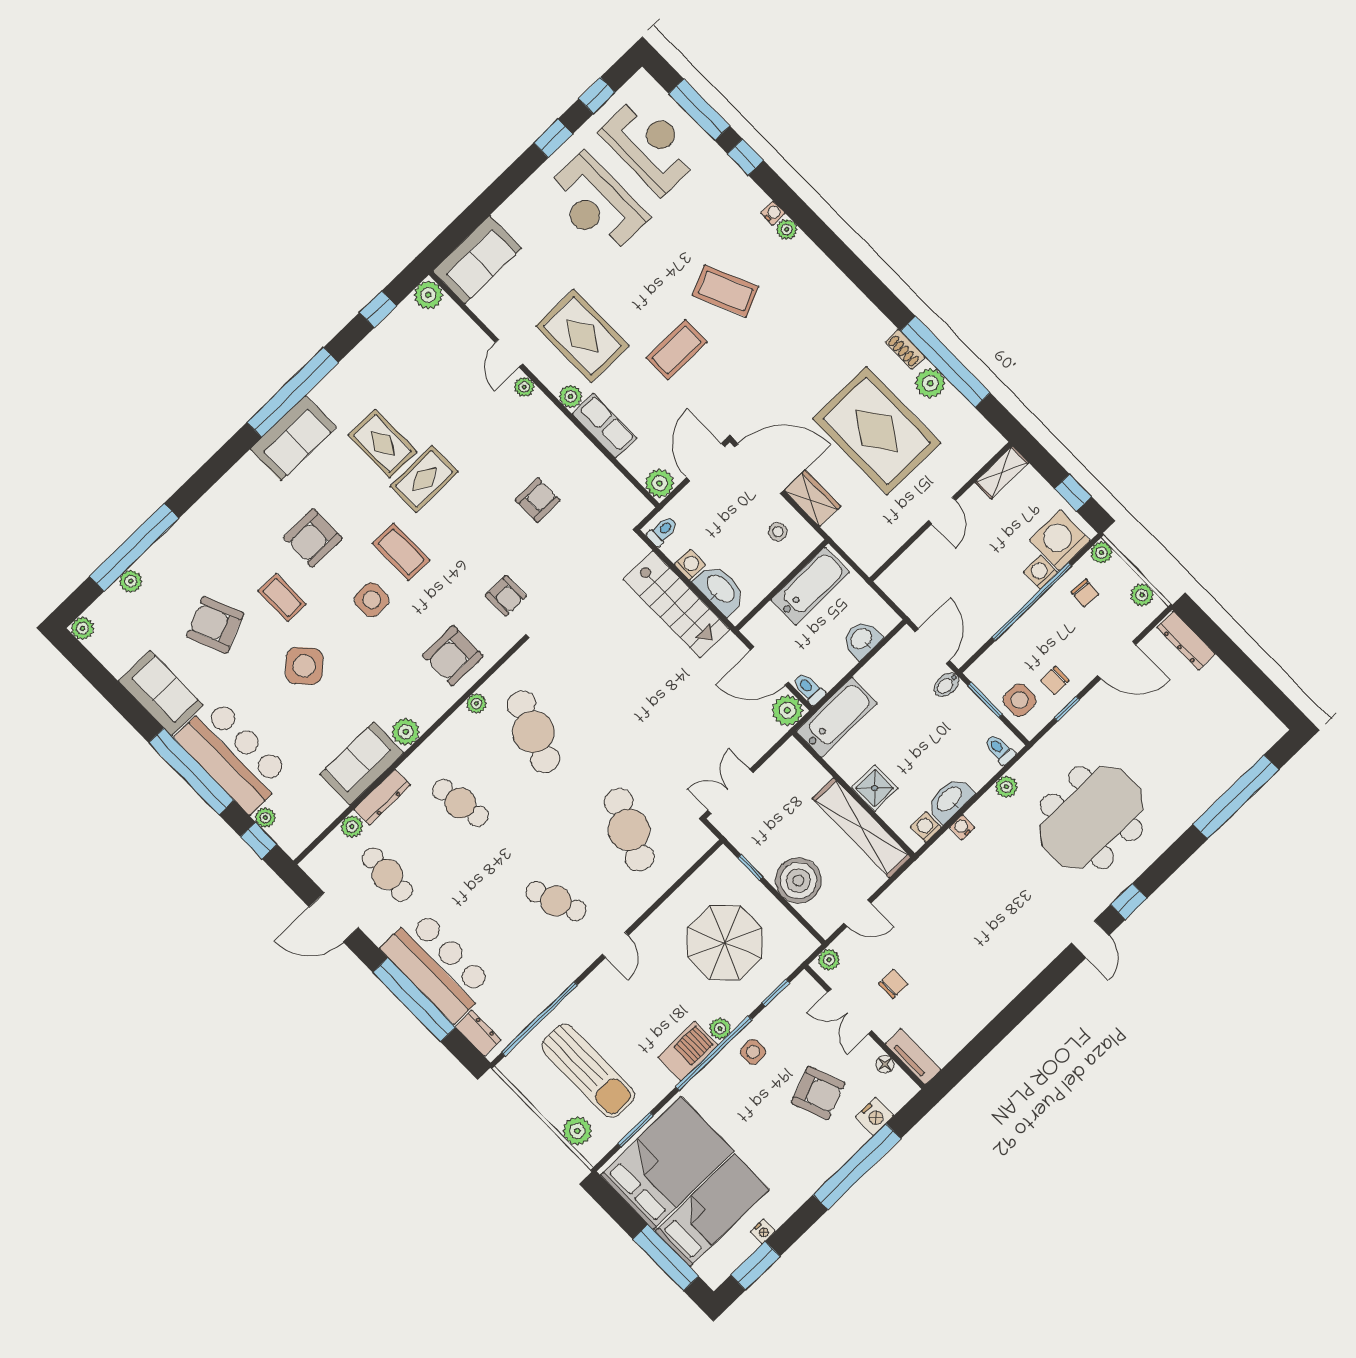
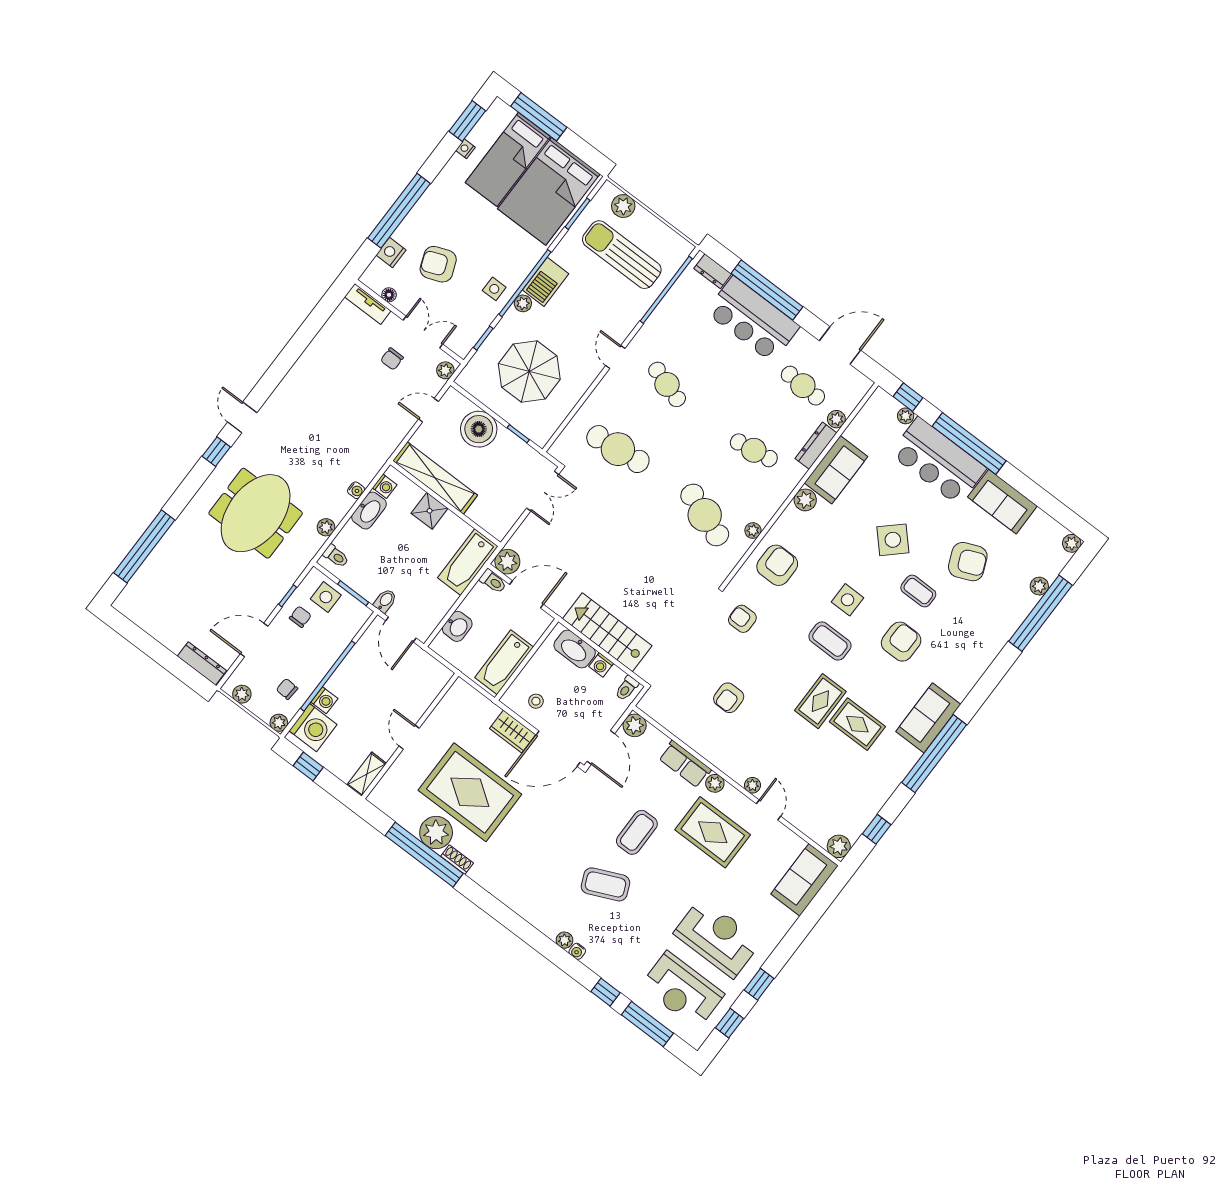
plant: (930, 383) -> (436, 833), width x1.36, depth x1.36
cafe table: (629, 830) -> (618, 449), turned -30
cafe table: (556, 901) -> (667, 384), turned 39

